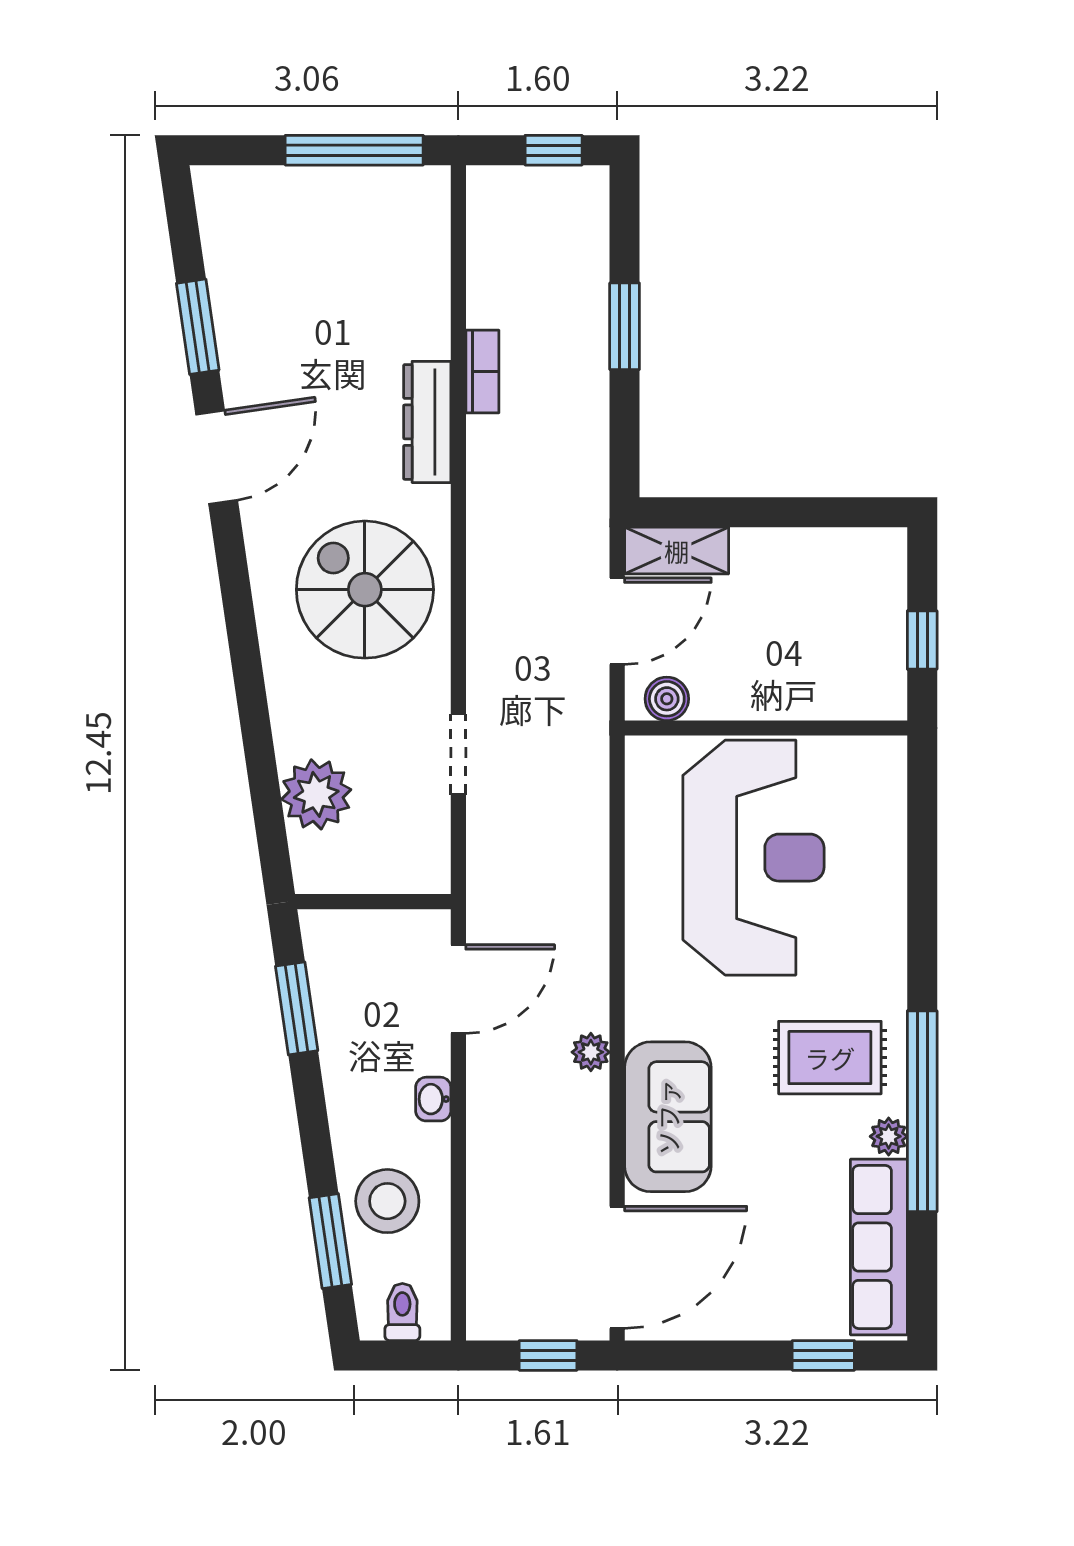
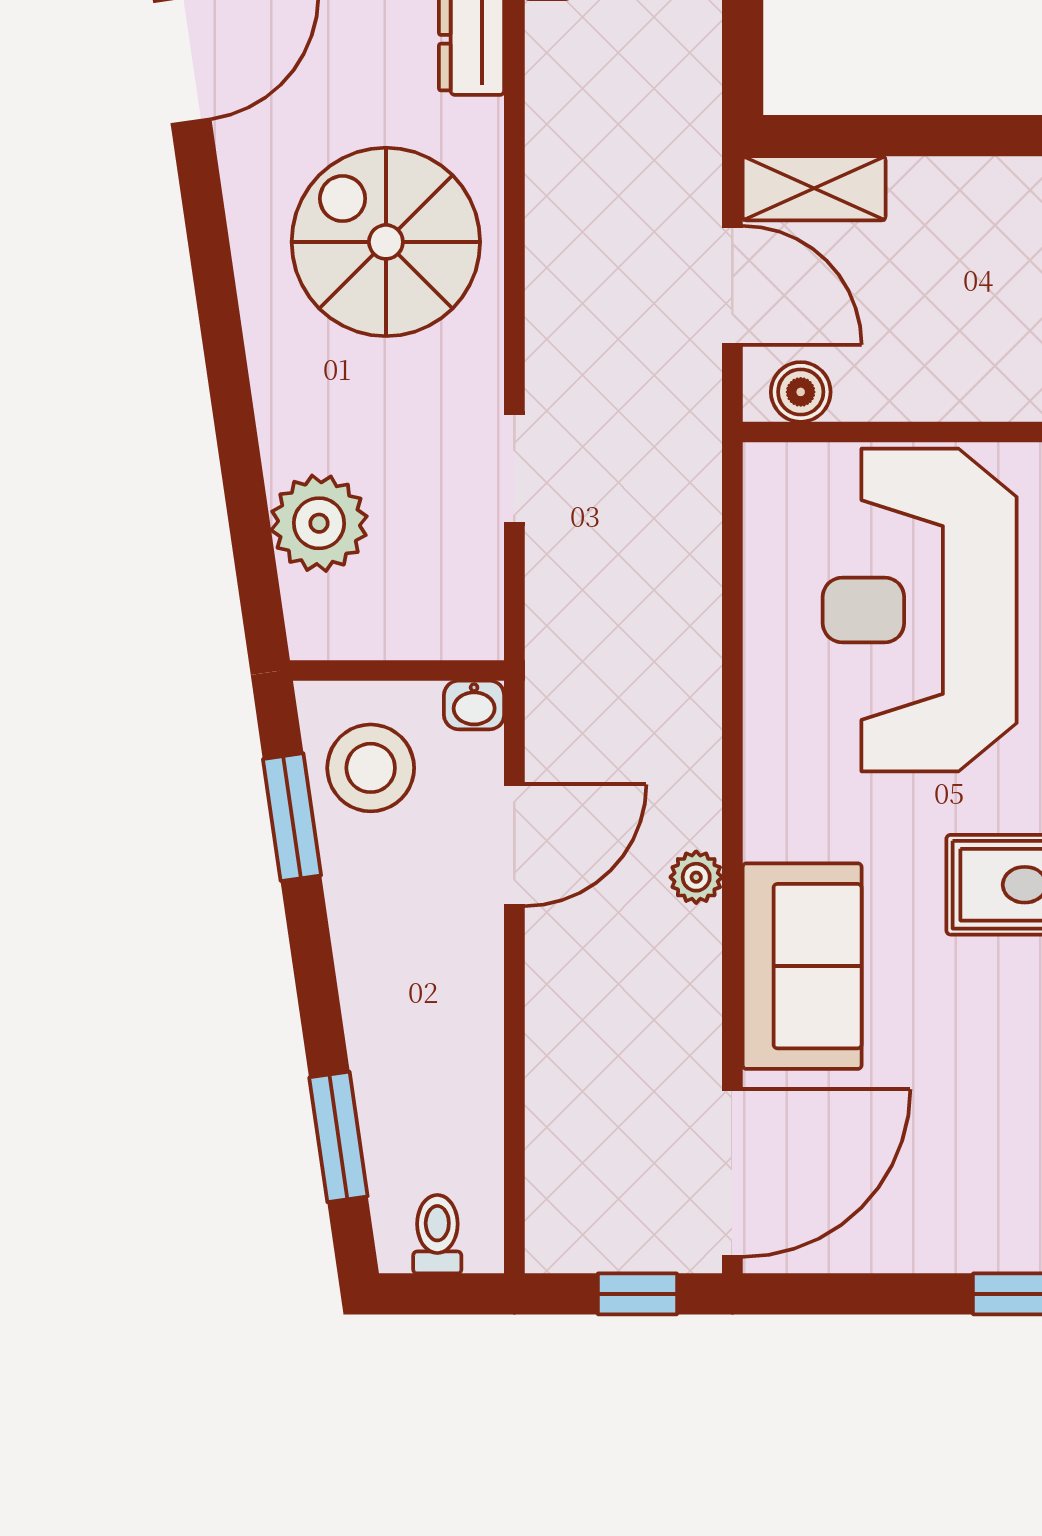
door: (617, 621) -> (732, 285), hinge flipped
reception desk: (753, 858) -> (920, 610), turned 180
door: (458, 989) -> (514, 845), moved
washbasin: (433, 1099) -> (474, 705), moved, turned -90
stool: (387, 1201) -> (371, 768), moved

